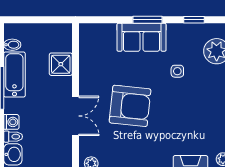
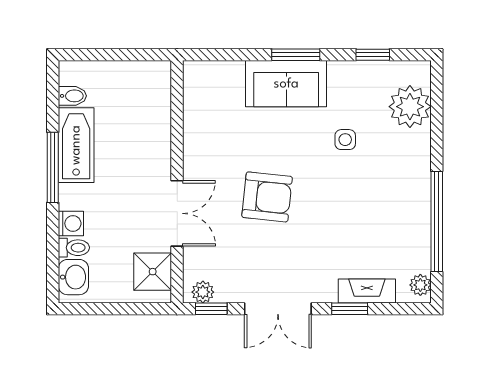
shower: (61, 64) -> (153, 272), moved
armchair: (130, 106) -> (267, 197), width x0.73, depth x0.73

